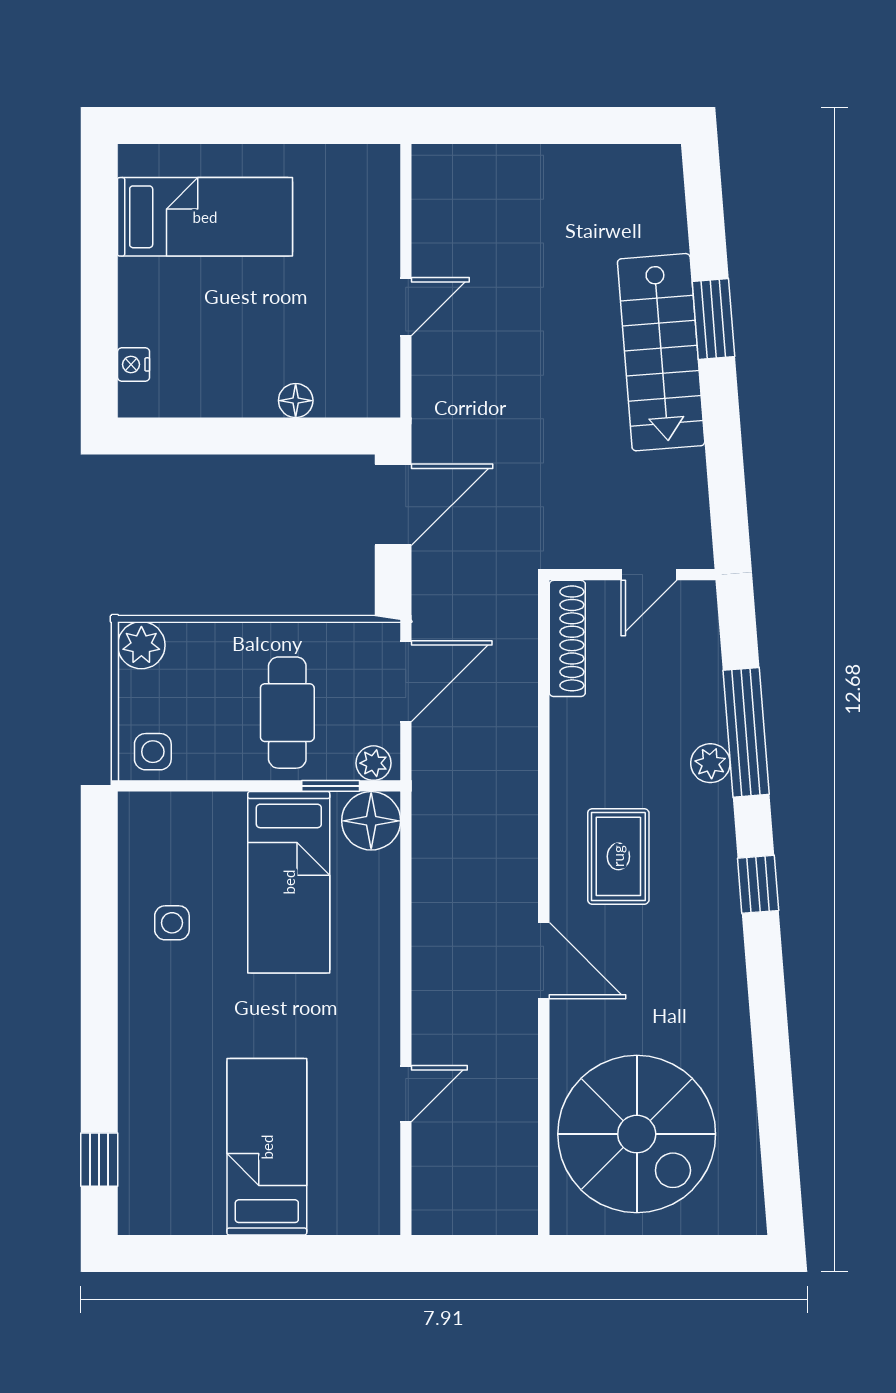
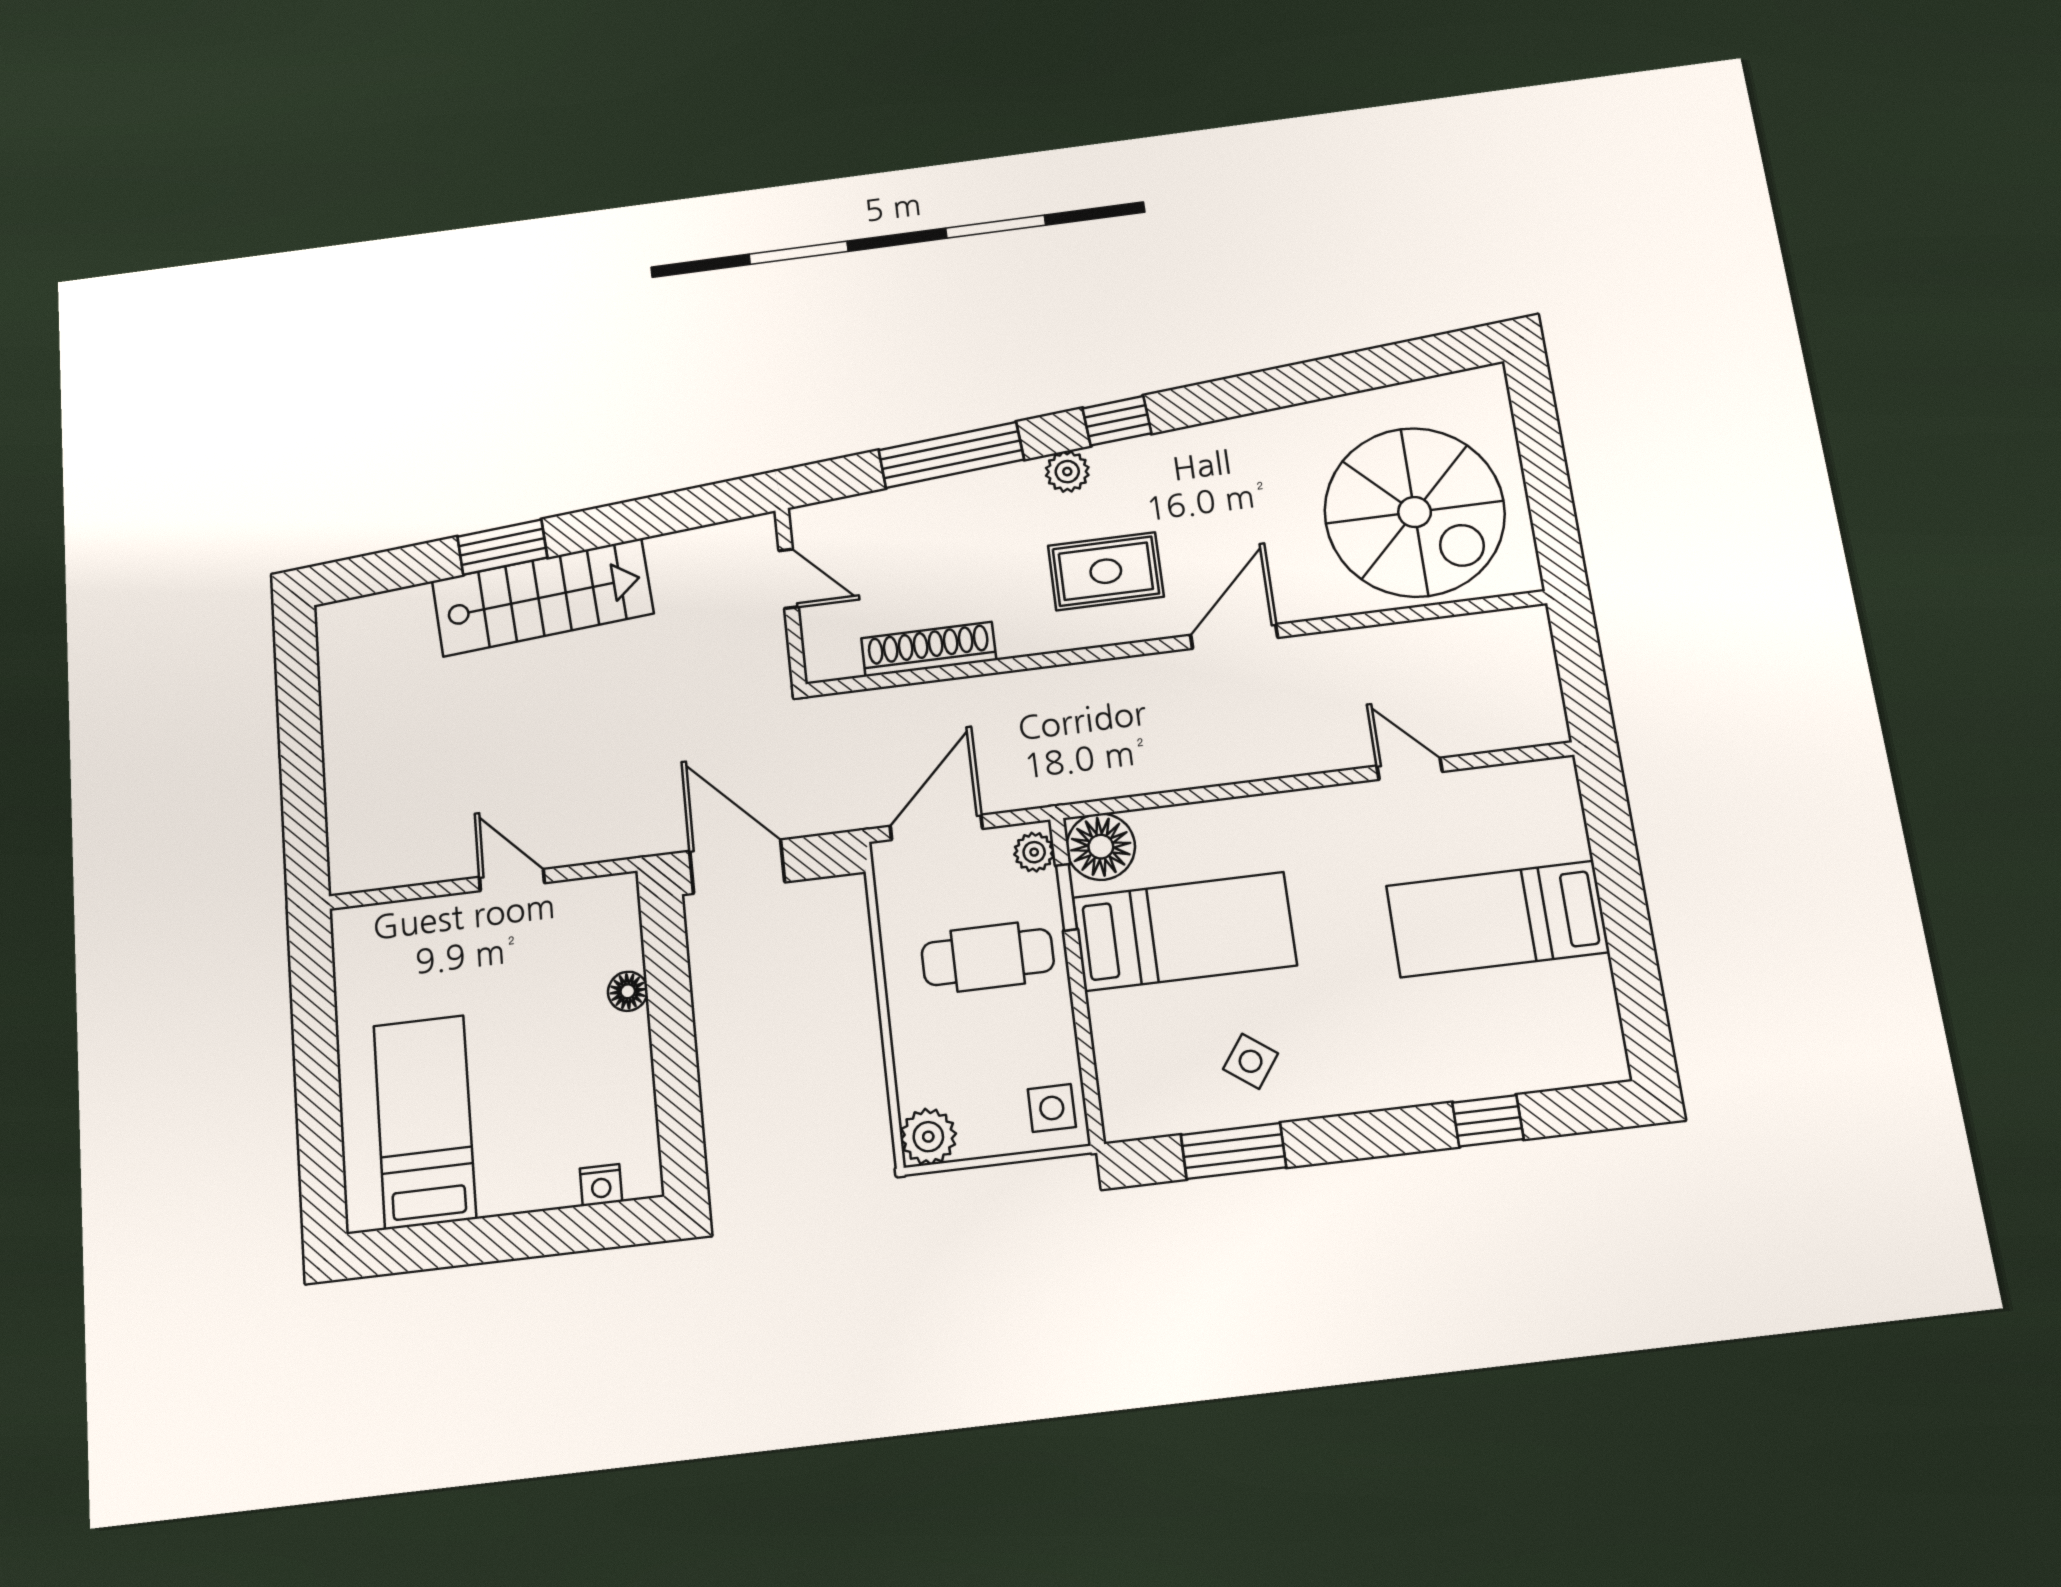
shoe rack: (567, 638) -> (929, 649), moved
door: (406, 681) -> (936, 827), hinge flipped
plant: (710, 763) -> (1067, 472), moved
window: (99, 898) -> (1234, 1151), added
side table: (172, 923) -> (1251, 1061), turned 36
spiral stairs: (637, 1134) -> (1415, 512), turned 90
window: (99, 1160) -> (1488, 1121), moved

